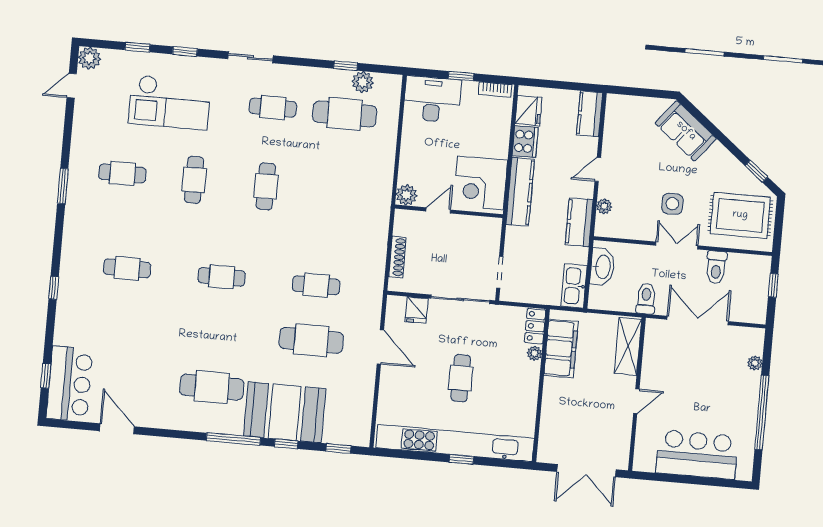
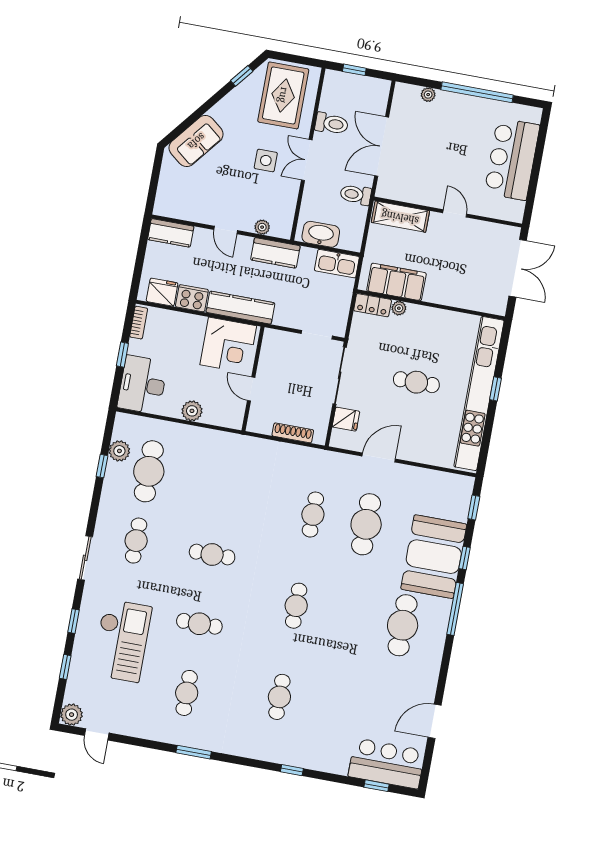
plant: (406, 195) -> (192, 411), moved

